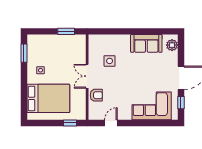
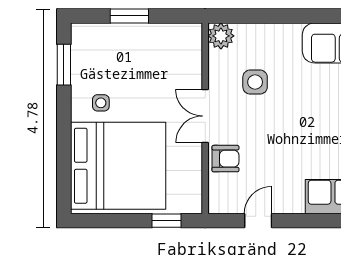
window: (66, 31) -> (129, 16), moved
plant: (94, 40) -> (221, 36), added
bed: (48, 98) -> (118, 166), width x1.36

